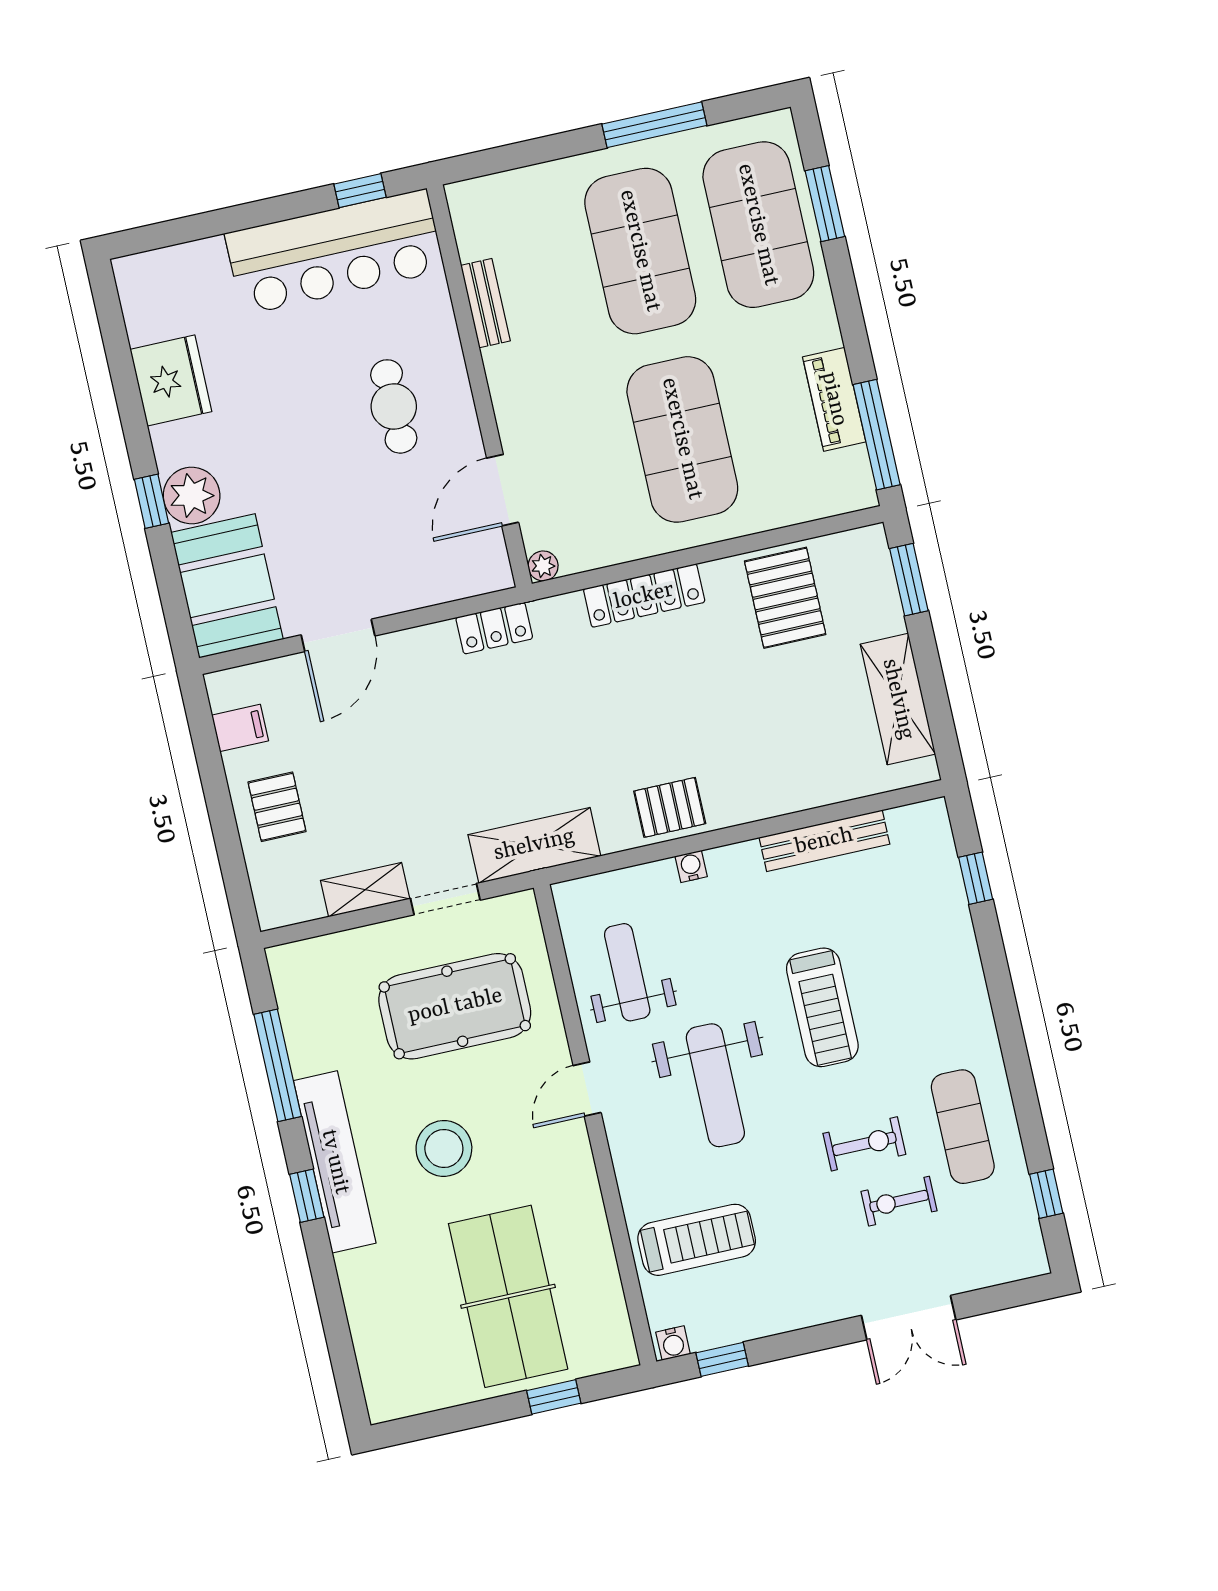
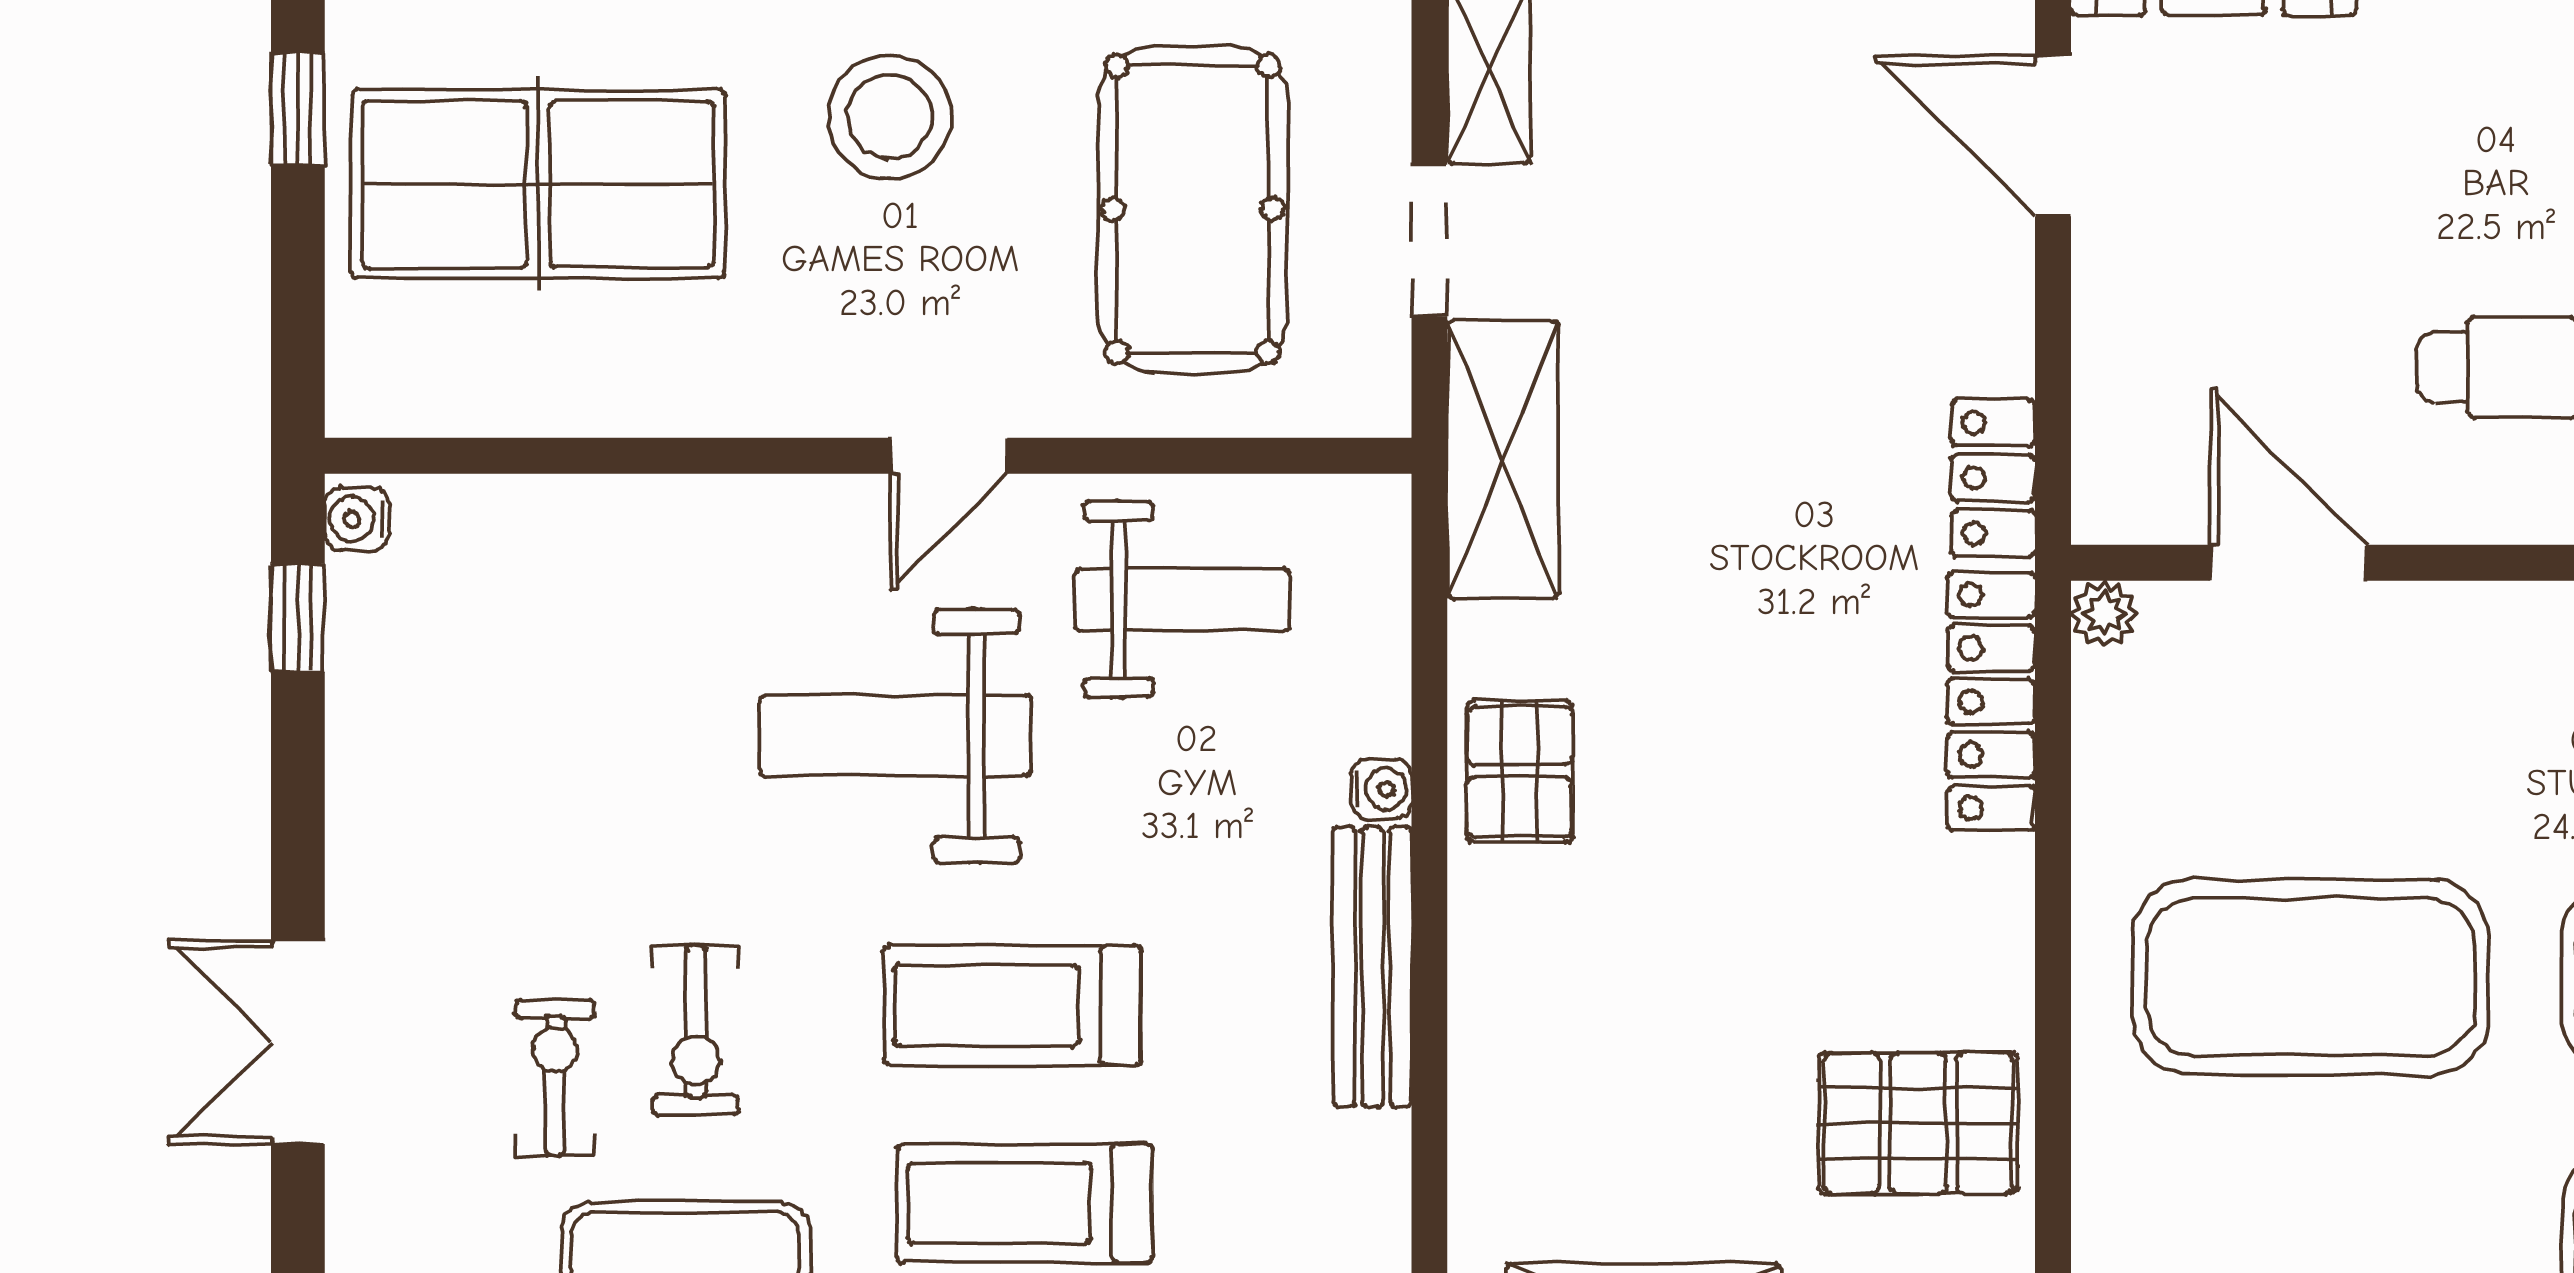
locker: (644, 596) -> (1991, 702), moved
bench: (824, 841) -> (1372, 967), moved
door: (587, 1089) -> (949, 456), swing flipped
treadmill: (697, 1240) -> (1025, 1203), moved, turned 90
window: (554, 1397) -> (298, 109), moved

